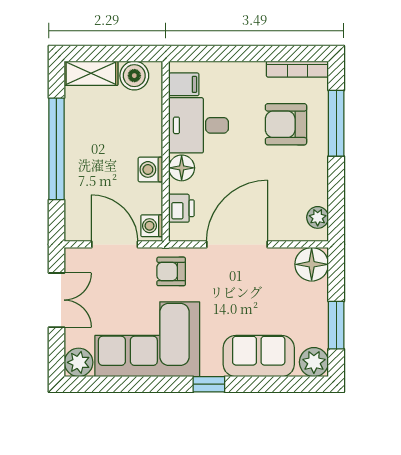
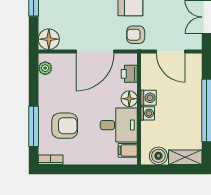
bookcase: (297, 69) -> (51, 160), width x0.64
washing machine: (152, 226) -> (148, 113), moved
armchair: (171, 271) -> (136, 35), turned 180

